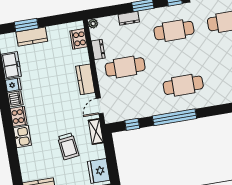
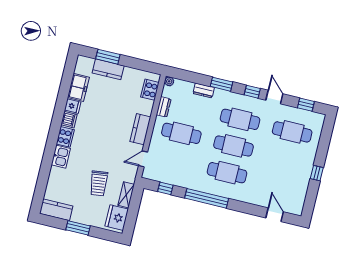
cafe table: (179, 58) -> (234, 146), added
shelving: (96, 131) -> (126, 195), moved

